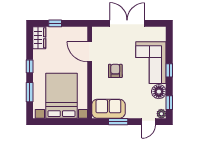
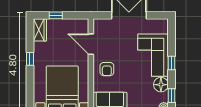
armchair: (115, 71) -> (107, 69), moved, turned 180
window: (30, 92) -> (30, 85), removed

